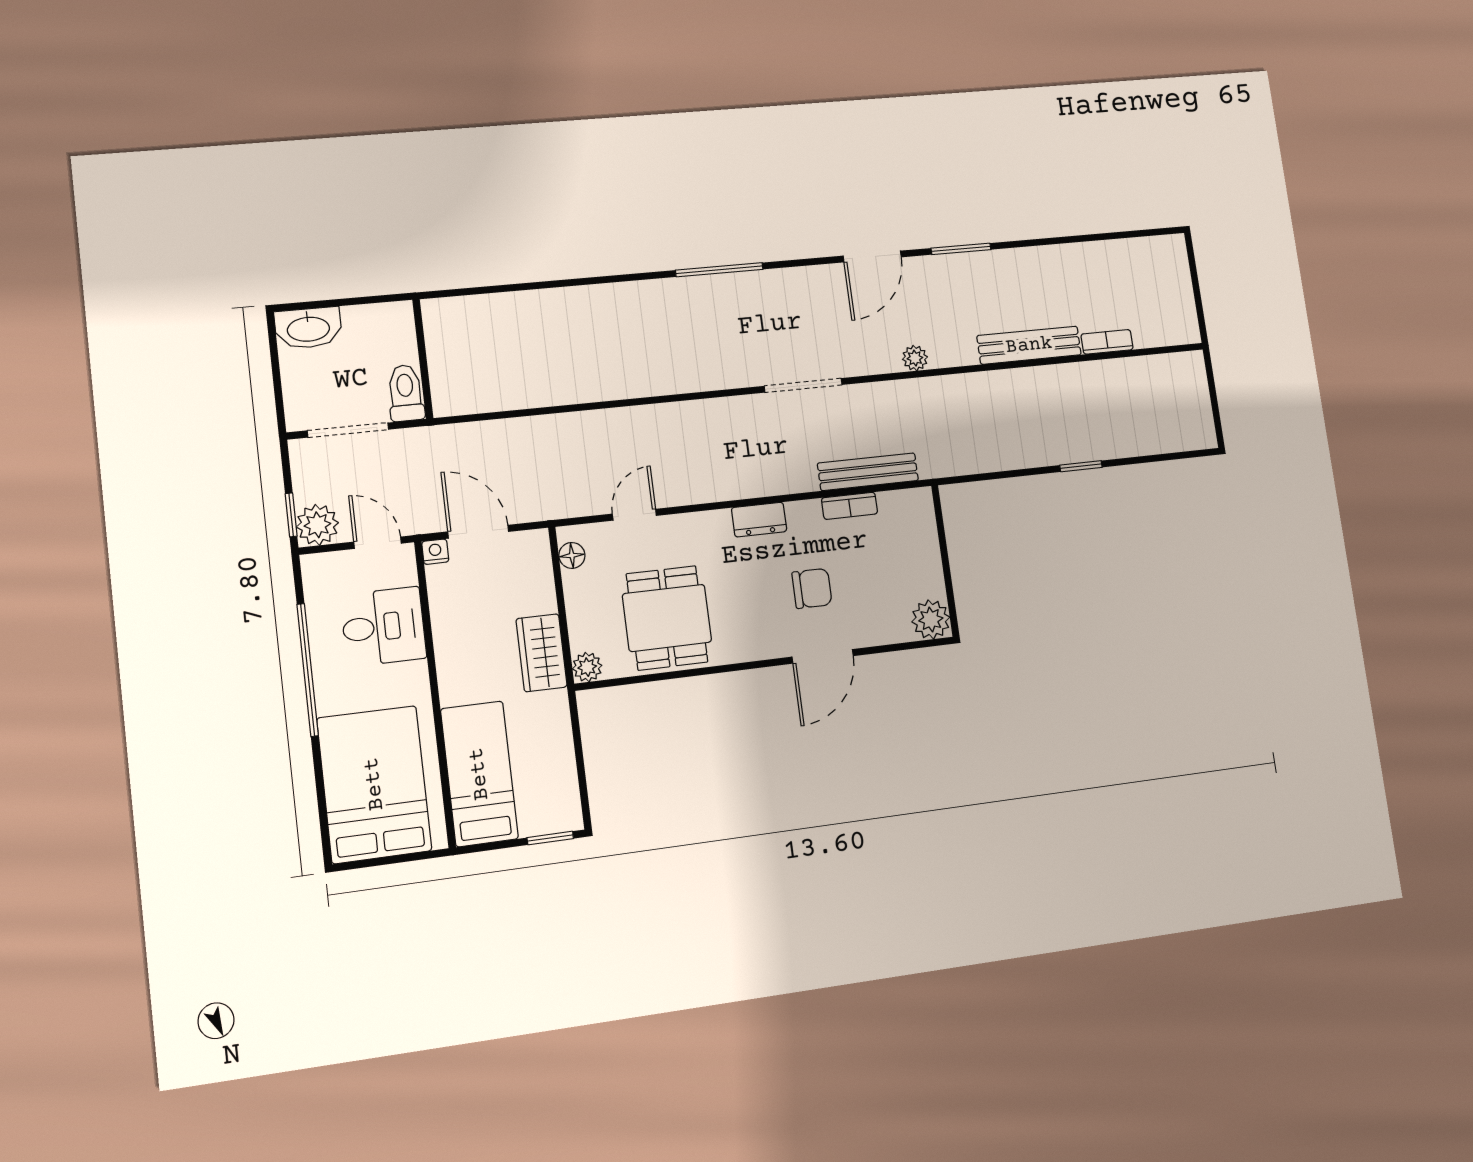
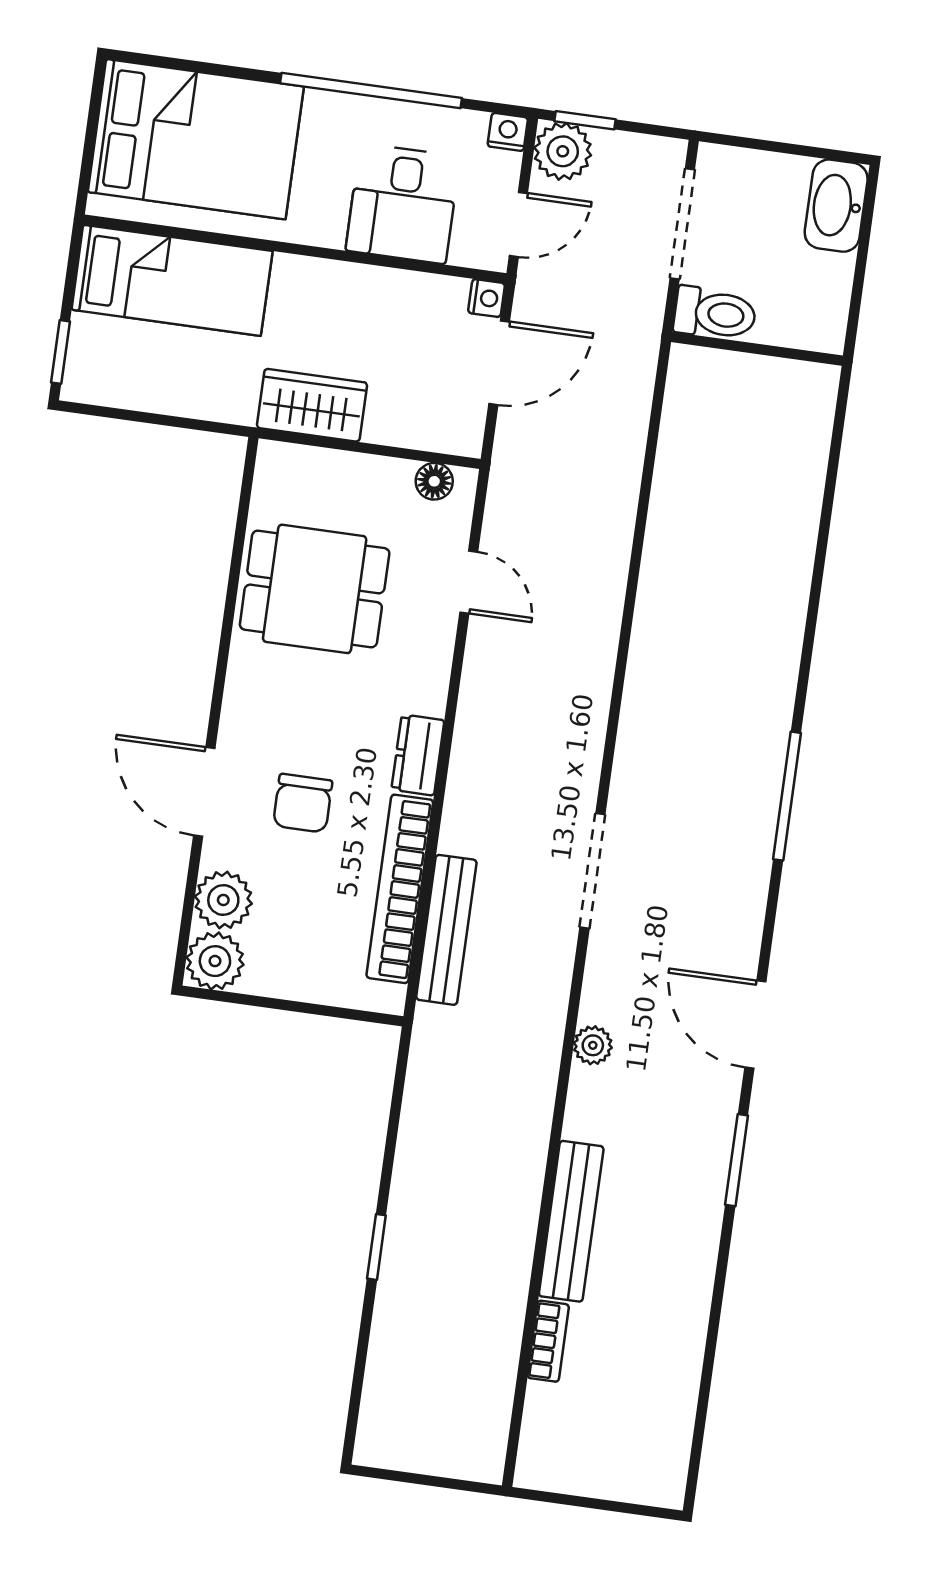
bookcase: (850, 506) -> (400, 889), width x2.31, depth x1.31
nightstand: (313, 566) -> (508, 132), added
plant: (587, 667) -> (223, 900), moved, width x1.38, depth x1.38

